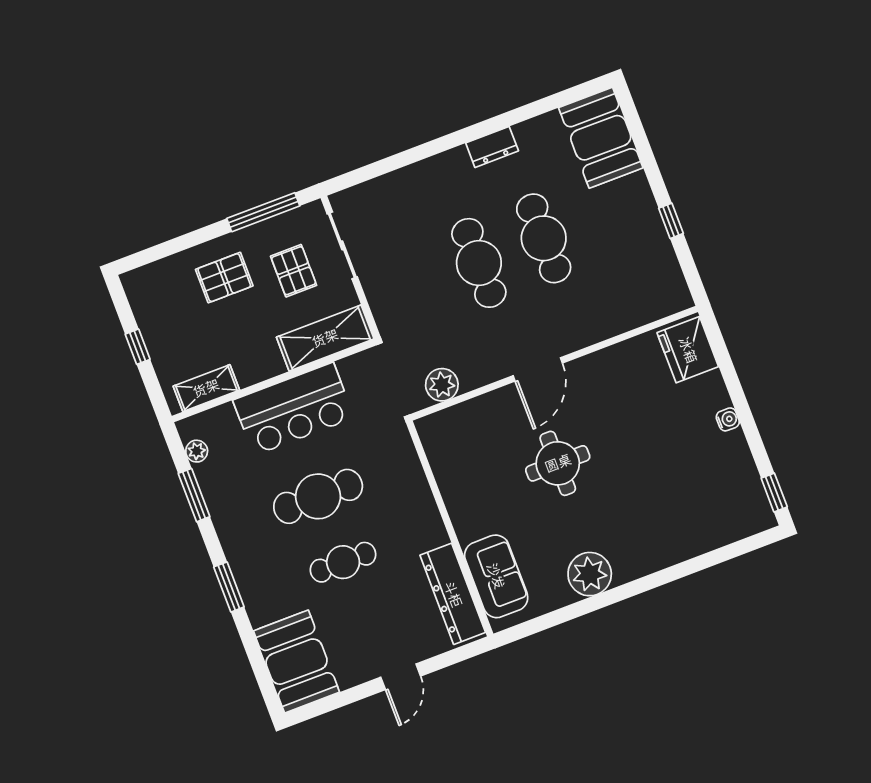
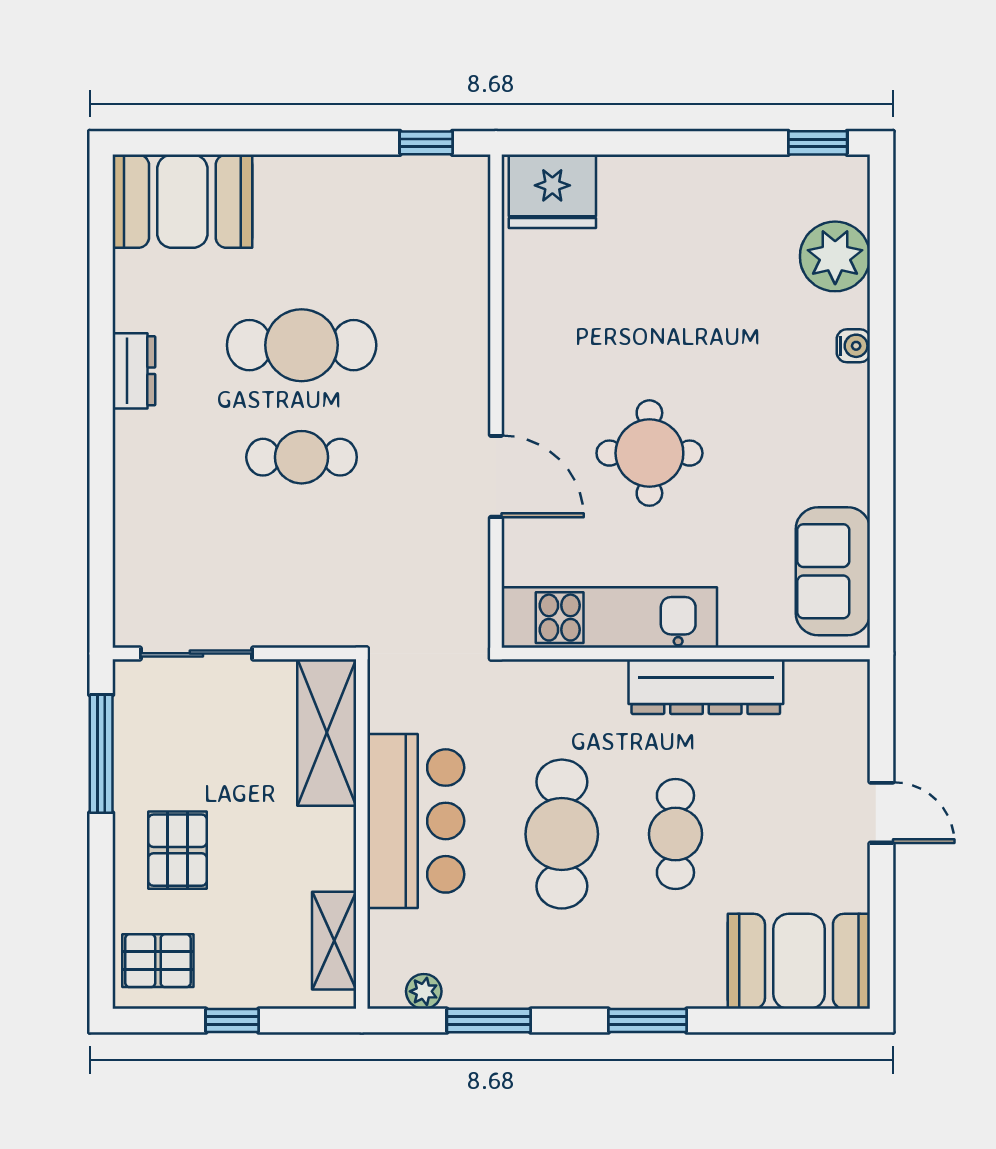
window: (671, 221) -> (426, 143), moved
cafe table: (479, 263) -> (302, 457), width x0.73, depth x0.74
pallet: (294, 271) -> (158, 961), moved
door: (538, 369) -> (496, 476), moved
plant: (442, 385) -> (464, 583), removed
water cooler: (728, 419) -> (853, 346), moved, turned 90
kitchen unit: (454, 476) -> (609, 618), added
plant: (590, 574) -> (835, 256), moved
sofa: (496, 576) -> (833, 571), moved, turned -90
dresser: (453, 594) -> (706, 687), moved

